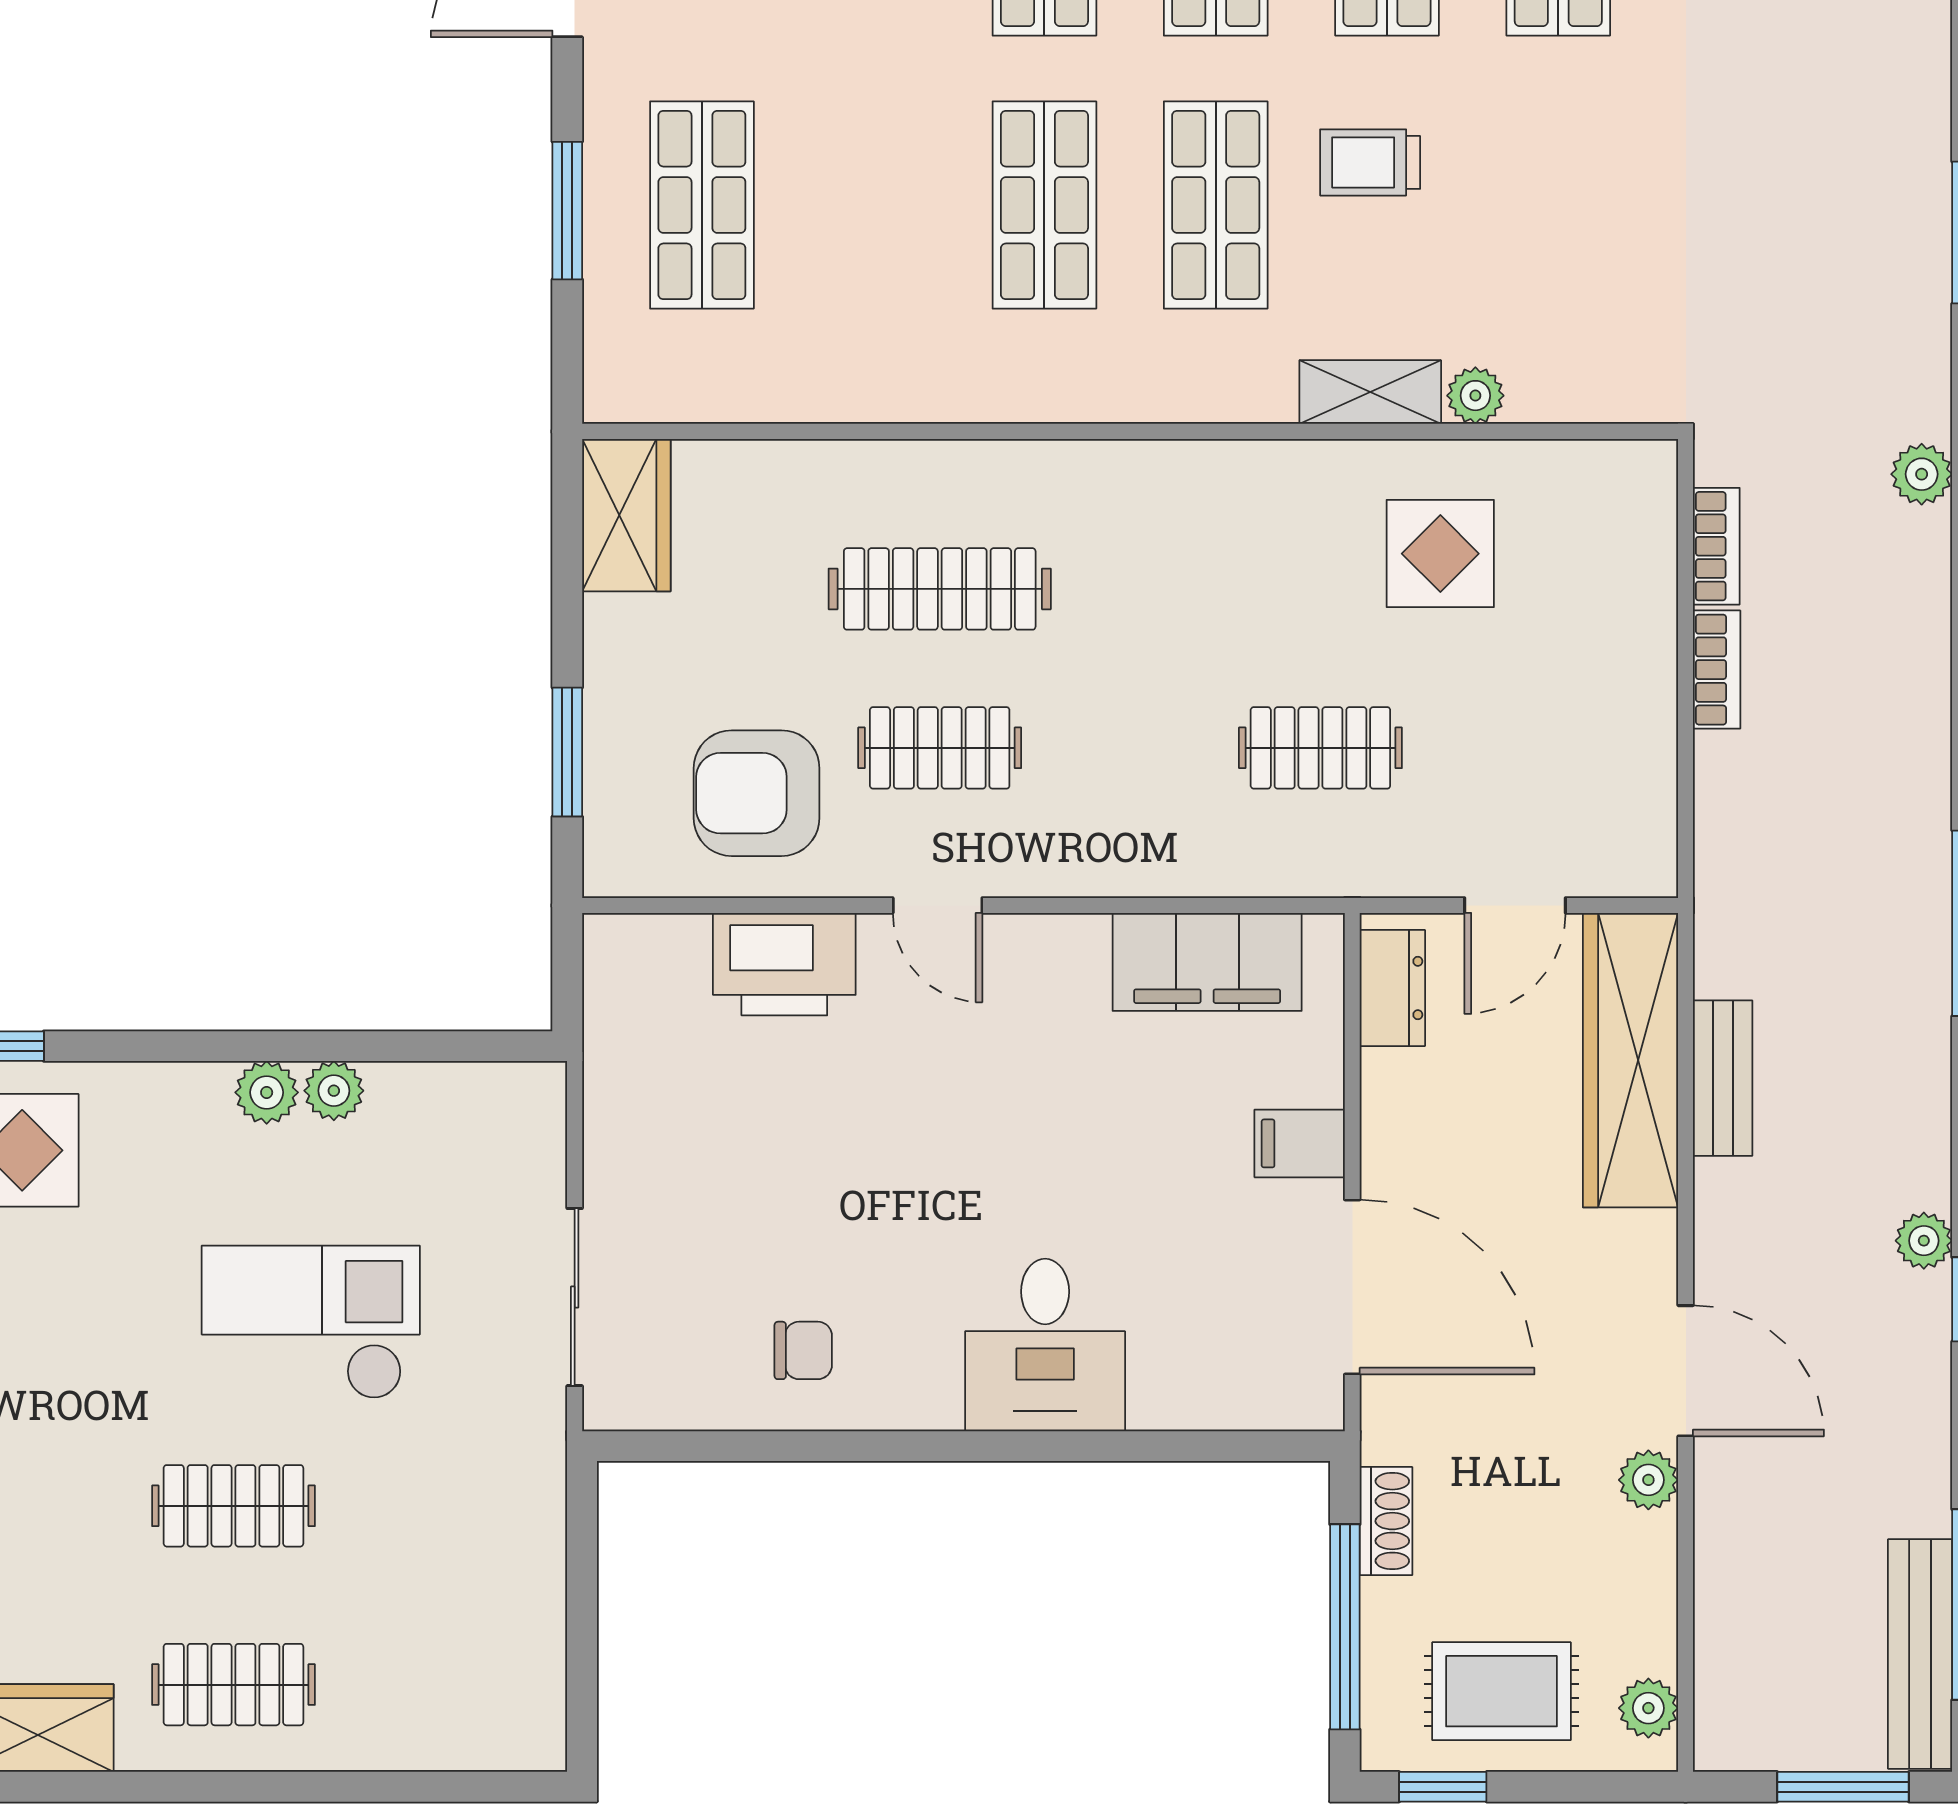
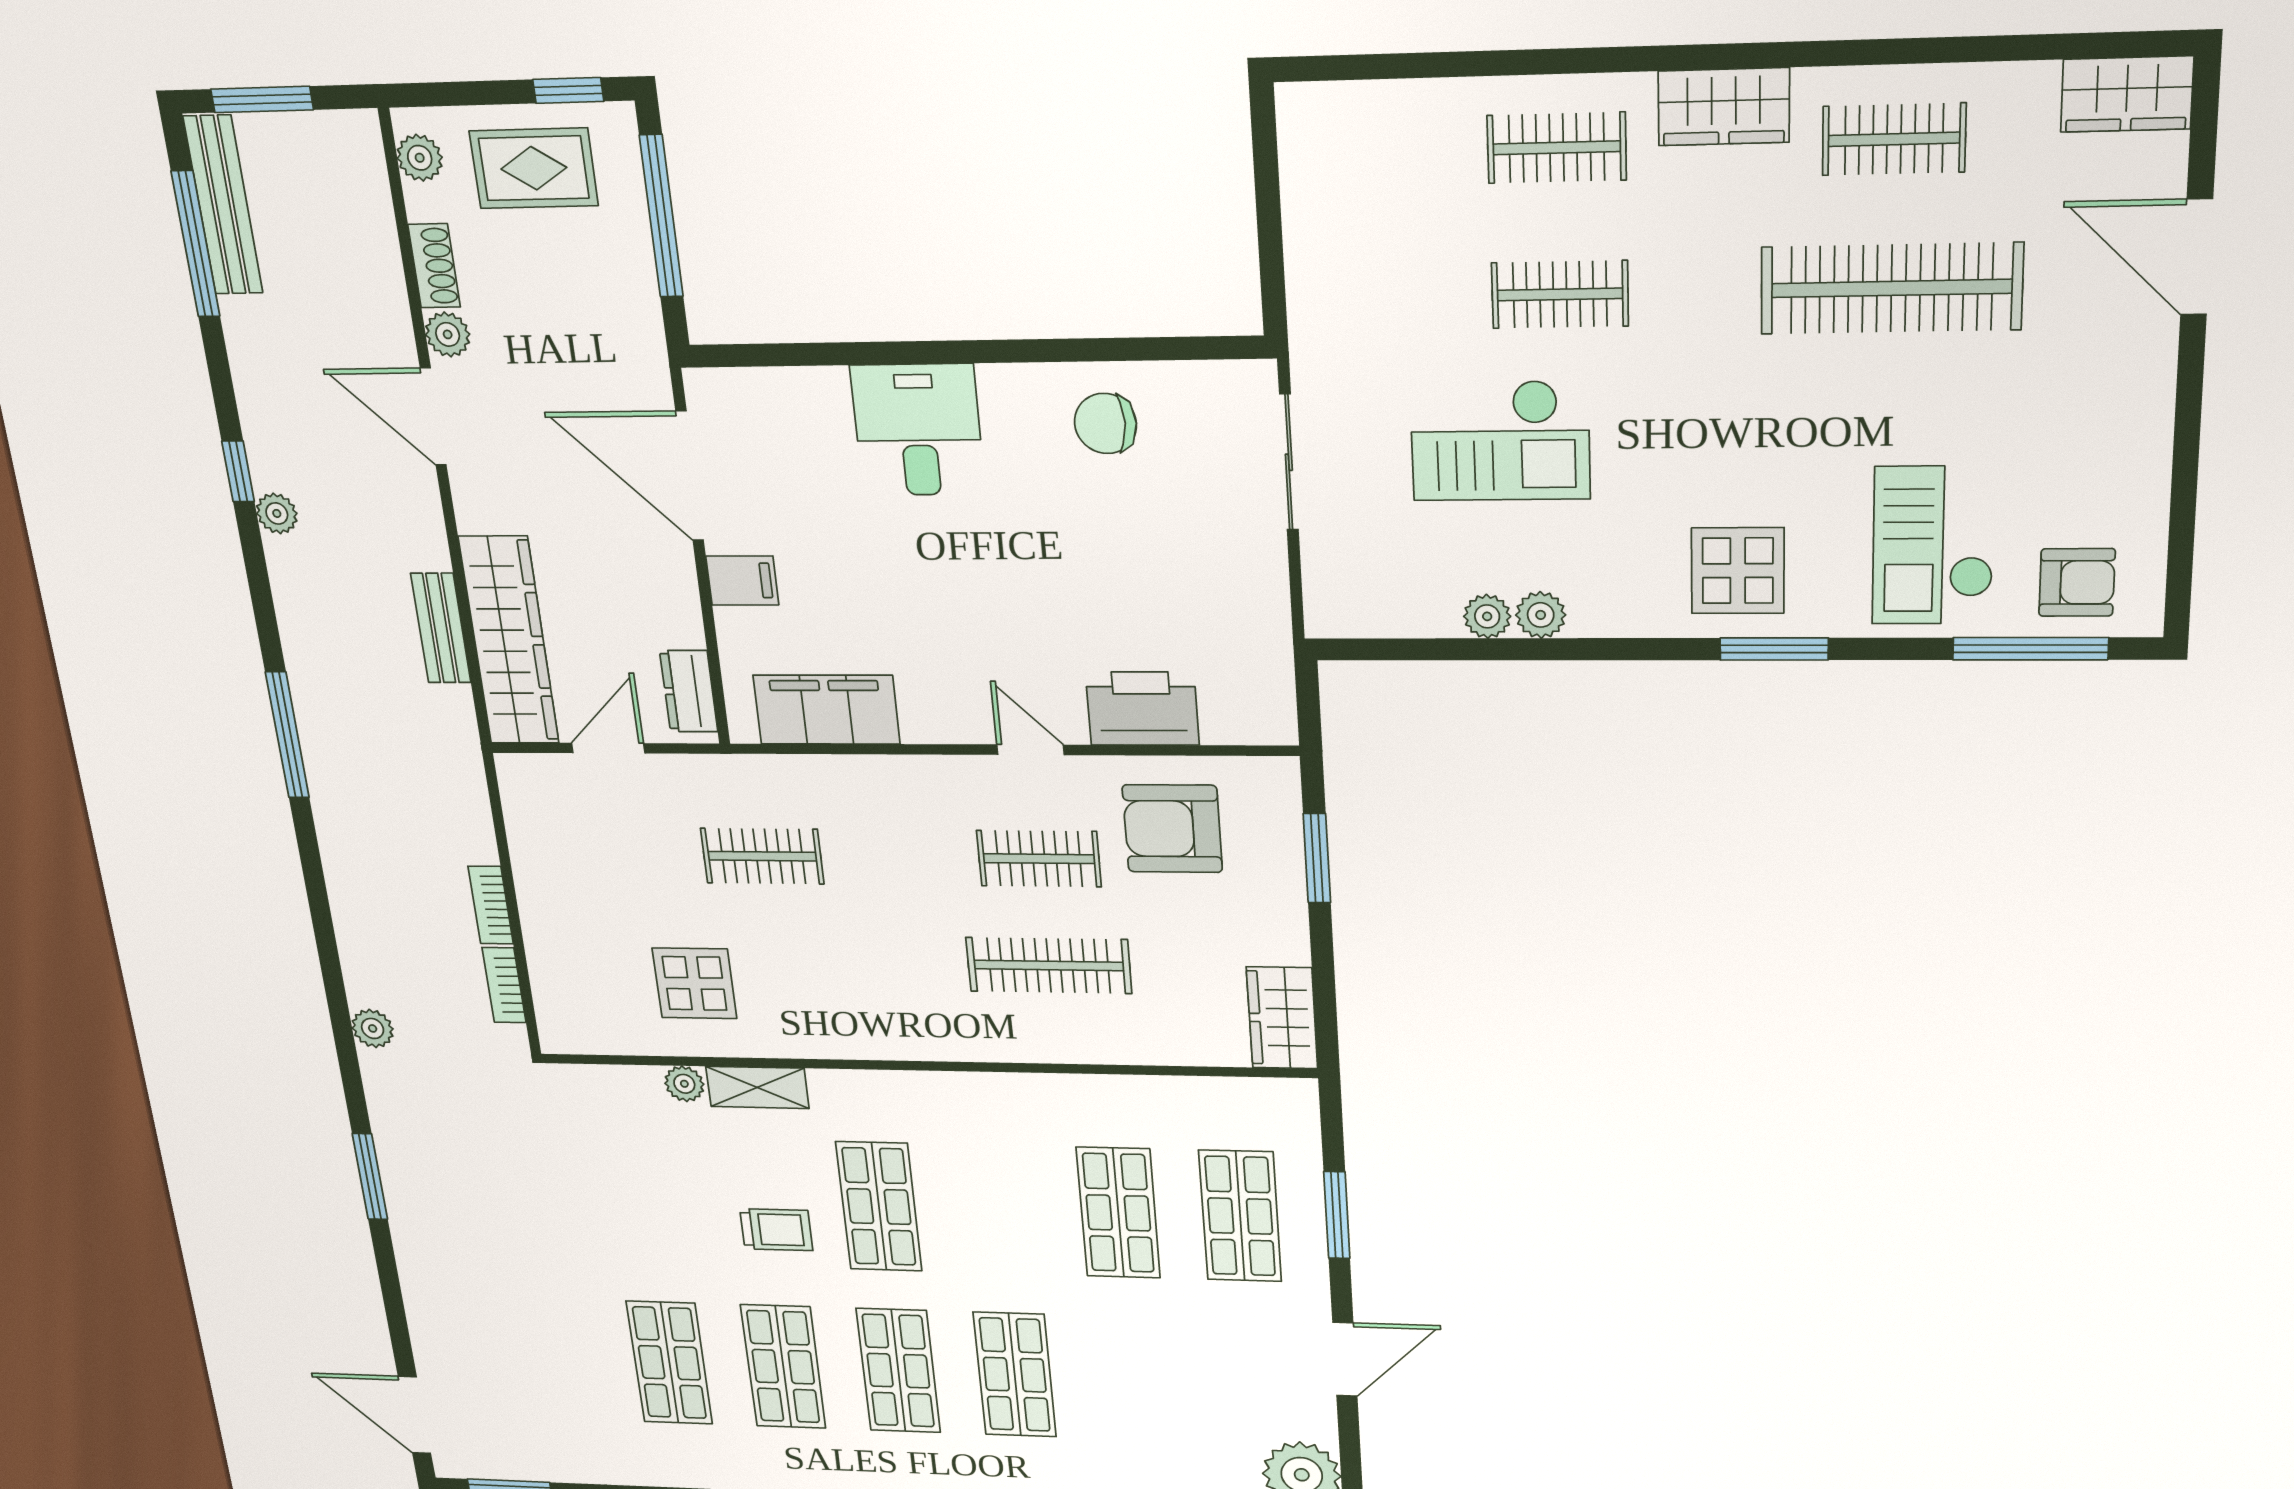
shop shelf: (1044, 205) -> (1118, 1213), moved
armchair: (757, 793) -> (1172, 829), turned 180
chair: (803, 1350) -> (1106, 423), width x1.37, depth x1.37
shoe rack: (1386, 1521) -> (434, 266), moved, turned 180

